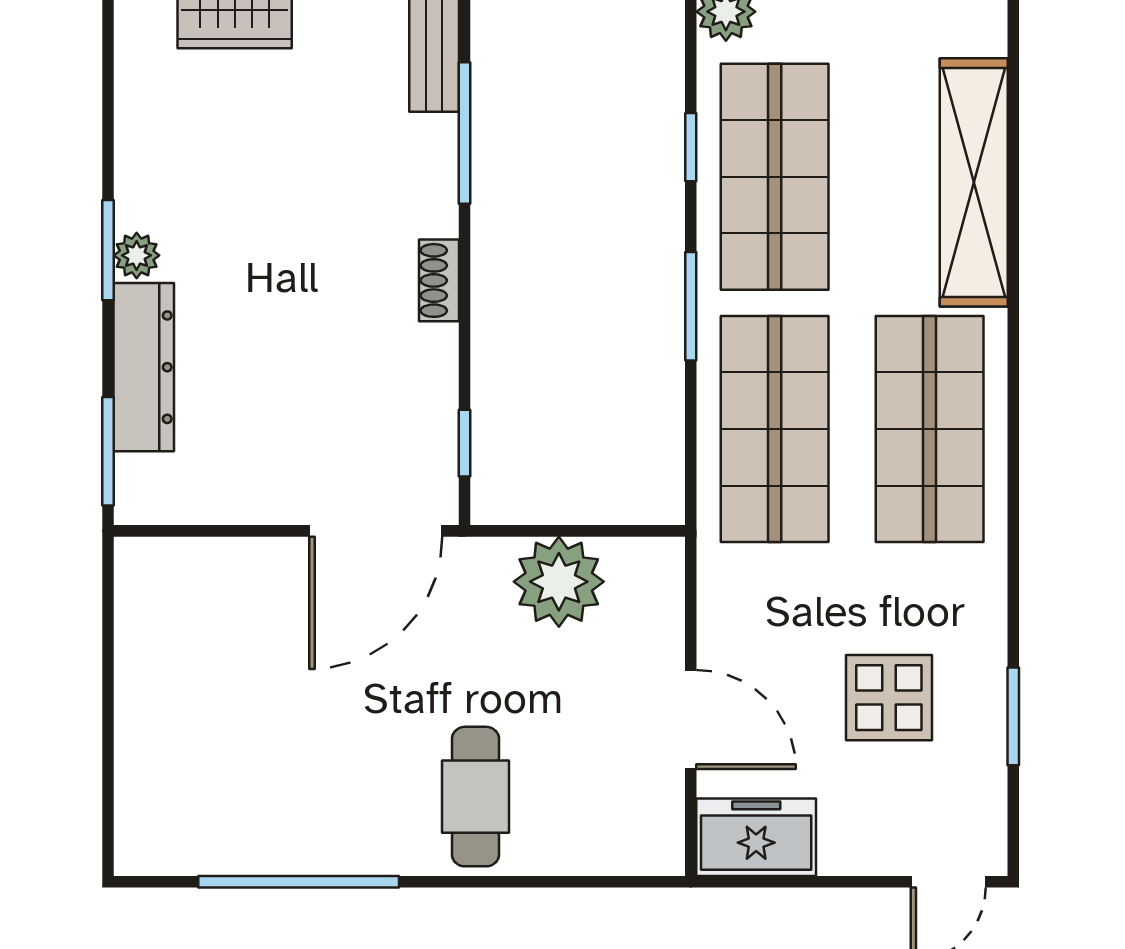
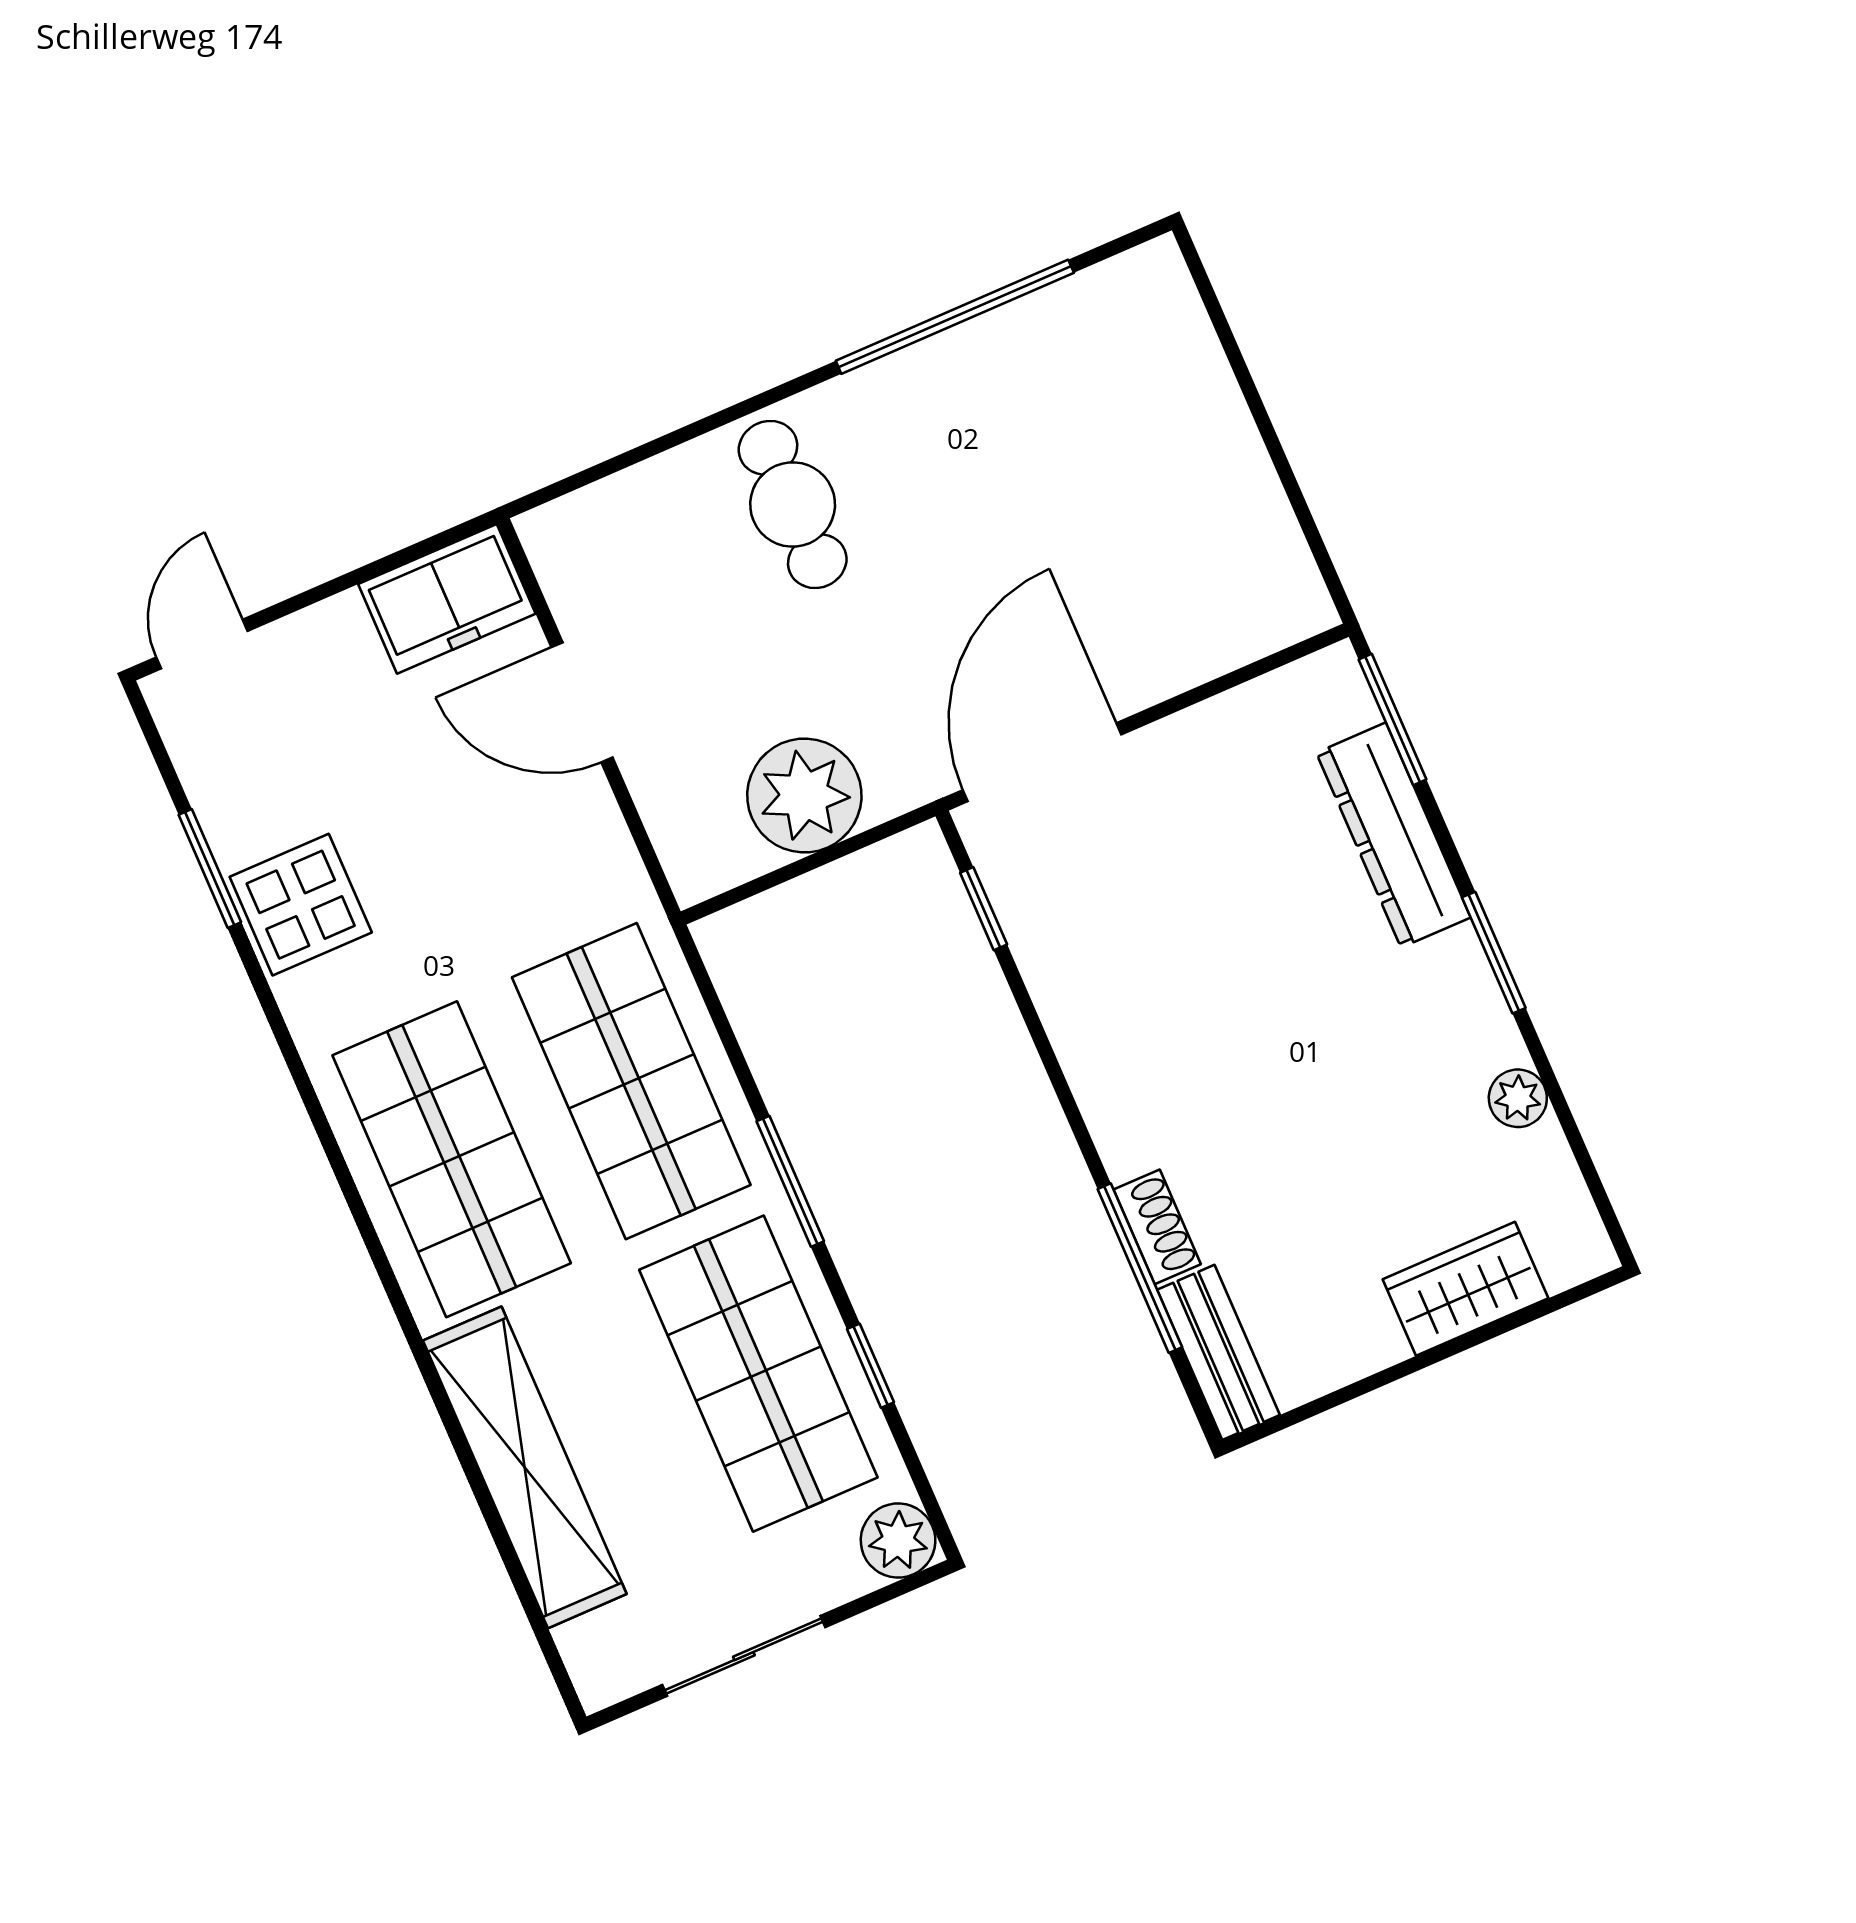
plant: (137, 255) -> (1518, 1098), moved
shoe rack: (439, 280) -> (1157, 1227), moved
display table: (889, 698) -> (301, 905), moved

